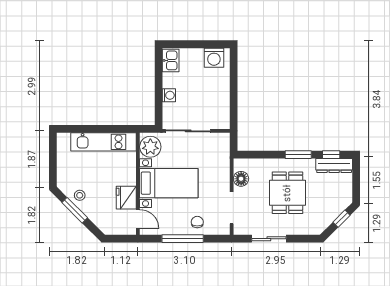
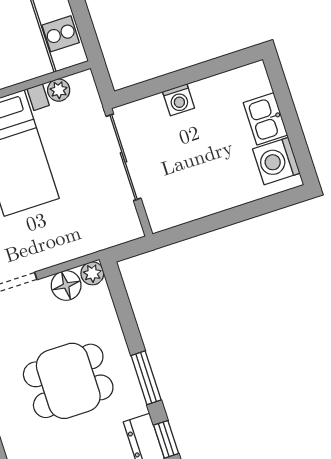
kitchen sink: (171, 60) -> (265, 119), moved, turned 90
plant: (150, 147) -> (59, 90), width x0.53, depth x0.53
plant: (239, 164) -> (92, 273), added

